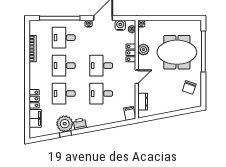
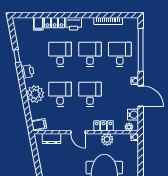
printer: (35, 81) -> (74, 24), added
filing cabinet: (35, 118) -> (38, 24), width x0.50
plant: (65, 124) -> (35, 94), moved

